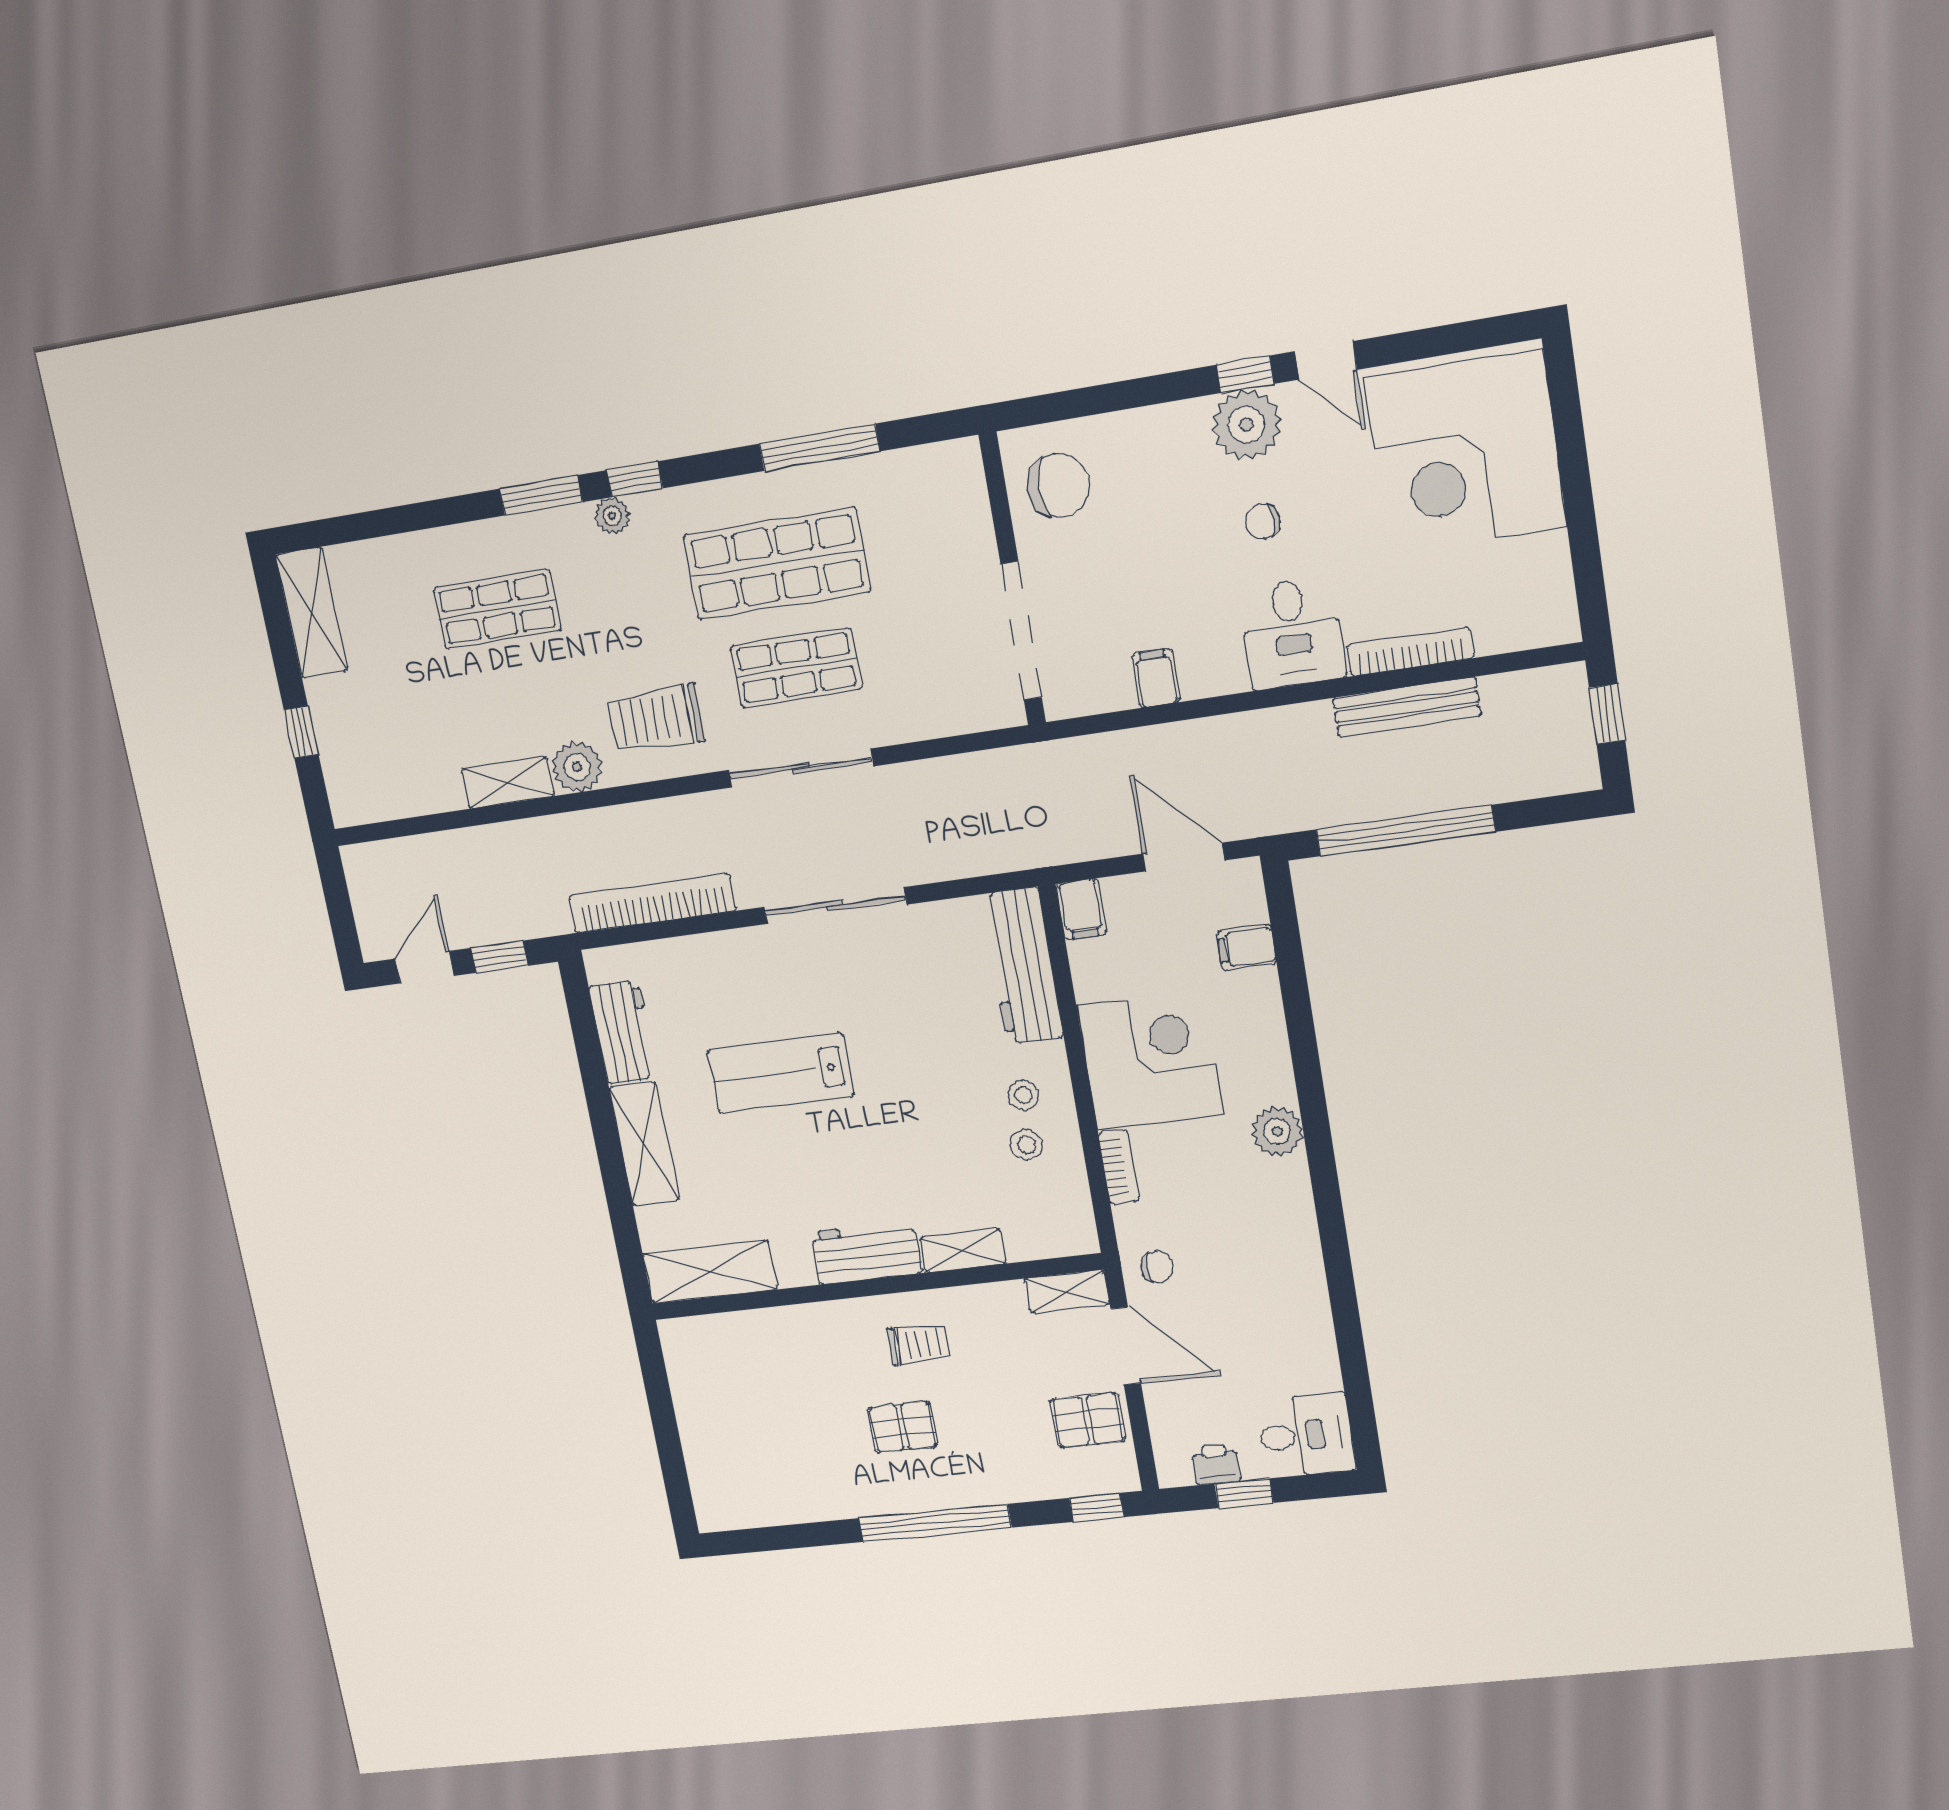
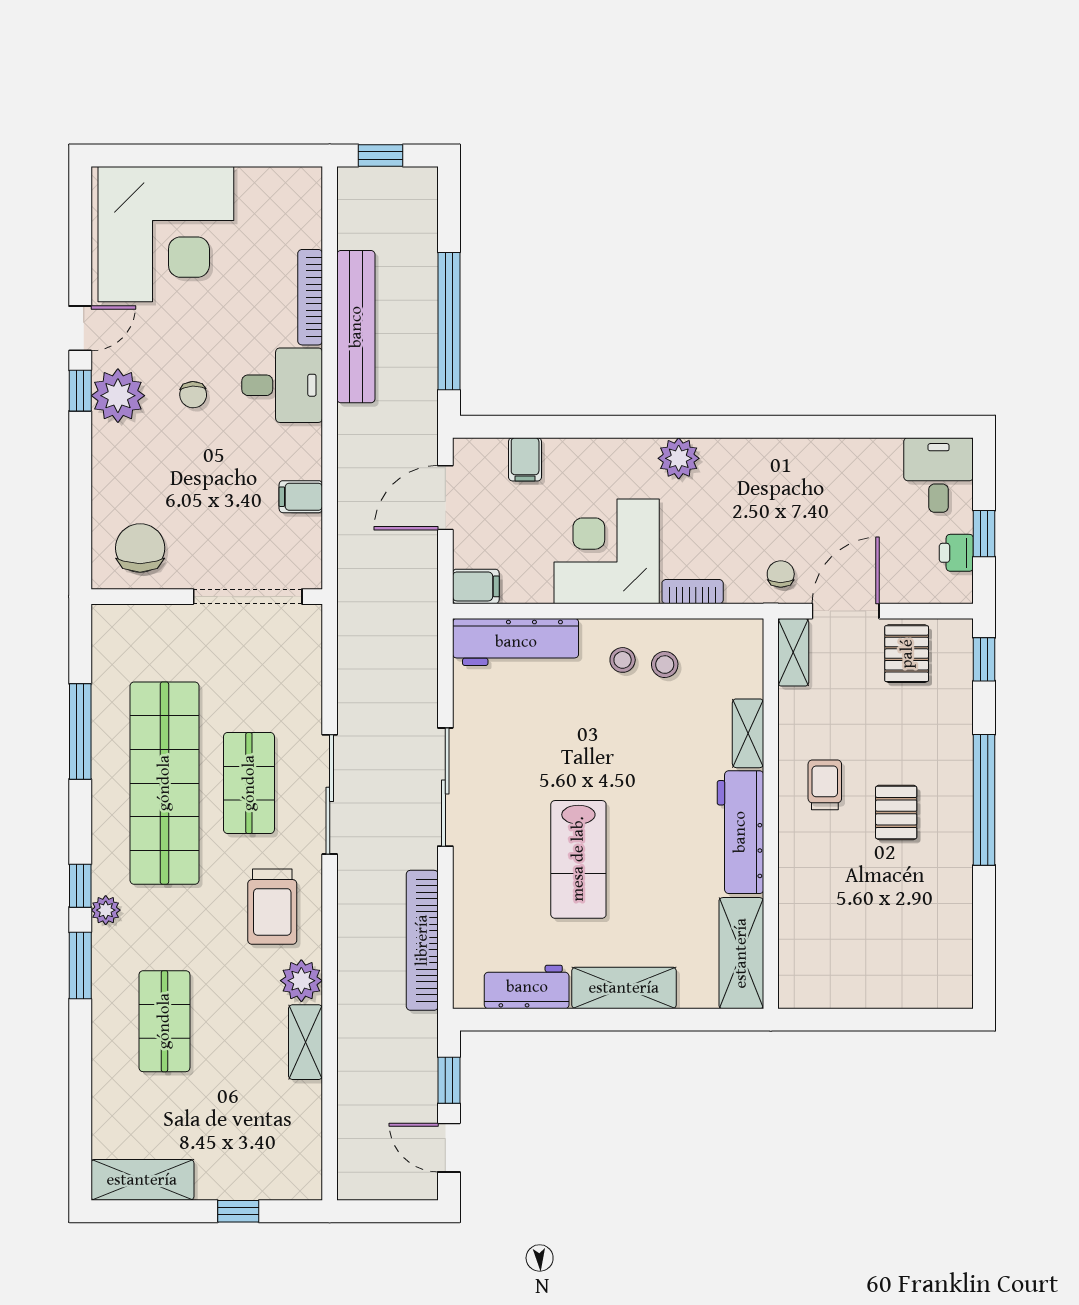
shop shelf: (777, 564) -> (164, 783), width x1.40
bench: (1407, 707) -> (356, 327), width x1.37, depth x1.21
workbench: (866, 1253) -> (740, 832), width x1.37

